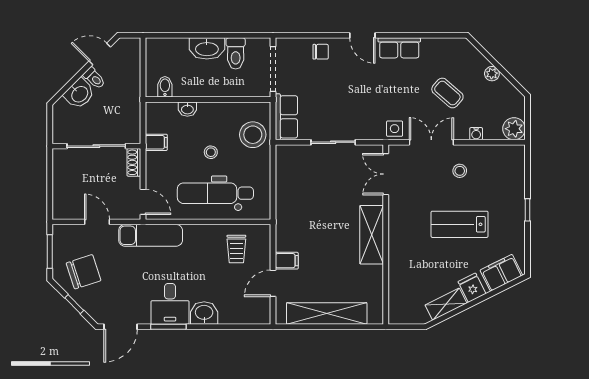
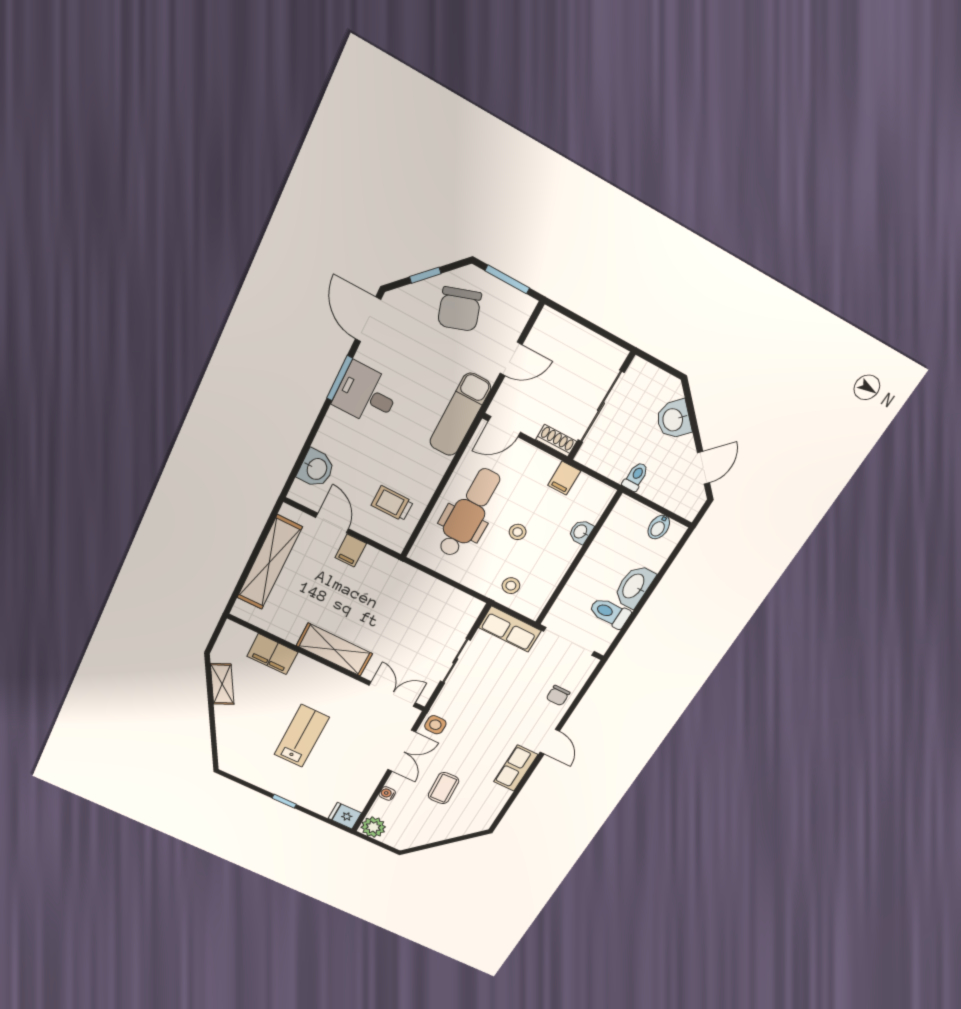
door: (362, 35) -> (550, 742), swing flipped
plant: (492, 74) -> (439, 834), removed
toilet: (94, 78) -> (636, 477), moved, turned 135
bidet: (165, 87) -> (659, 527), moved, turned 90
coffee table: (447, 93) -> (443, 788), turned -44
stool: (253, 135) -> (511, 586), width x0.53, depth x0.53
stool: (460, 171) -> (357, 762), removed
filing cabinet: (501, 273) -> (272, 654), moved, turned 117
fridge: (472, 288) -> (345, 816), moved, turned -153
washbasin: (204, 313) -> (316, 469), moved

